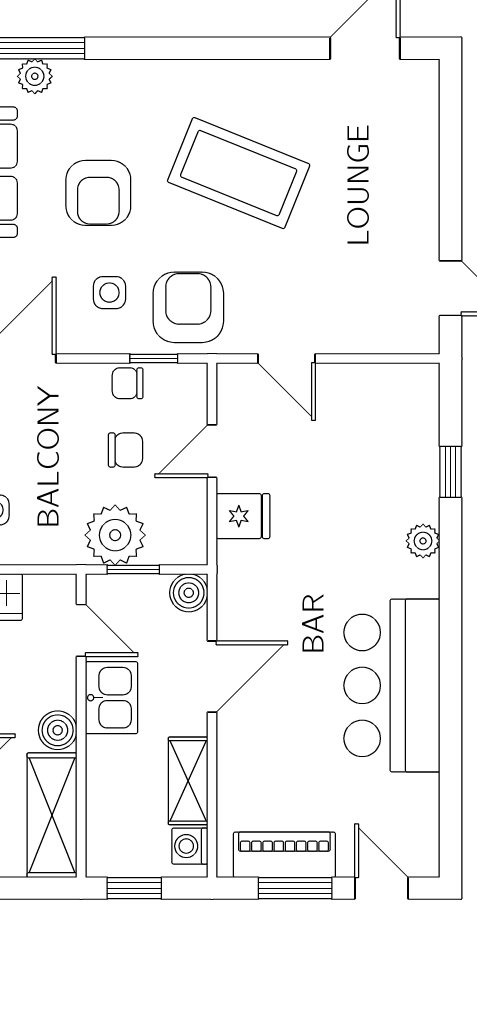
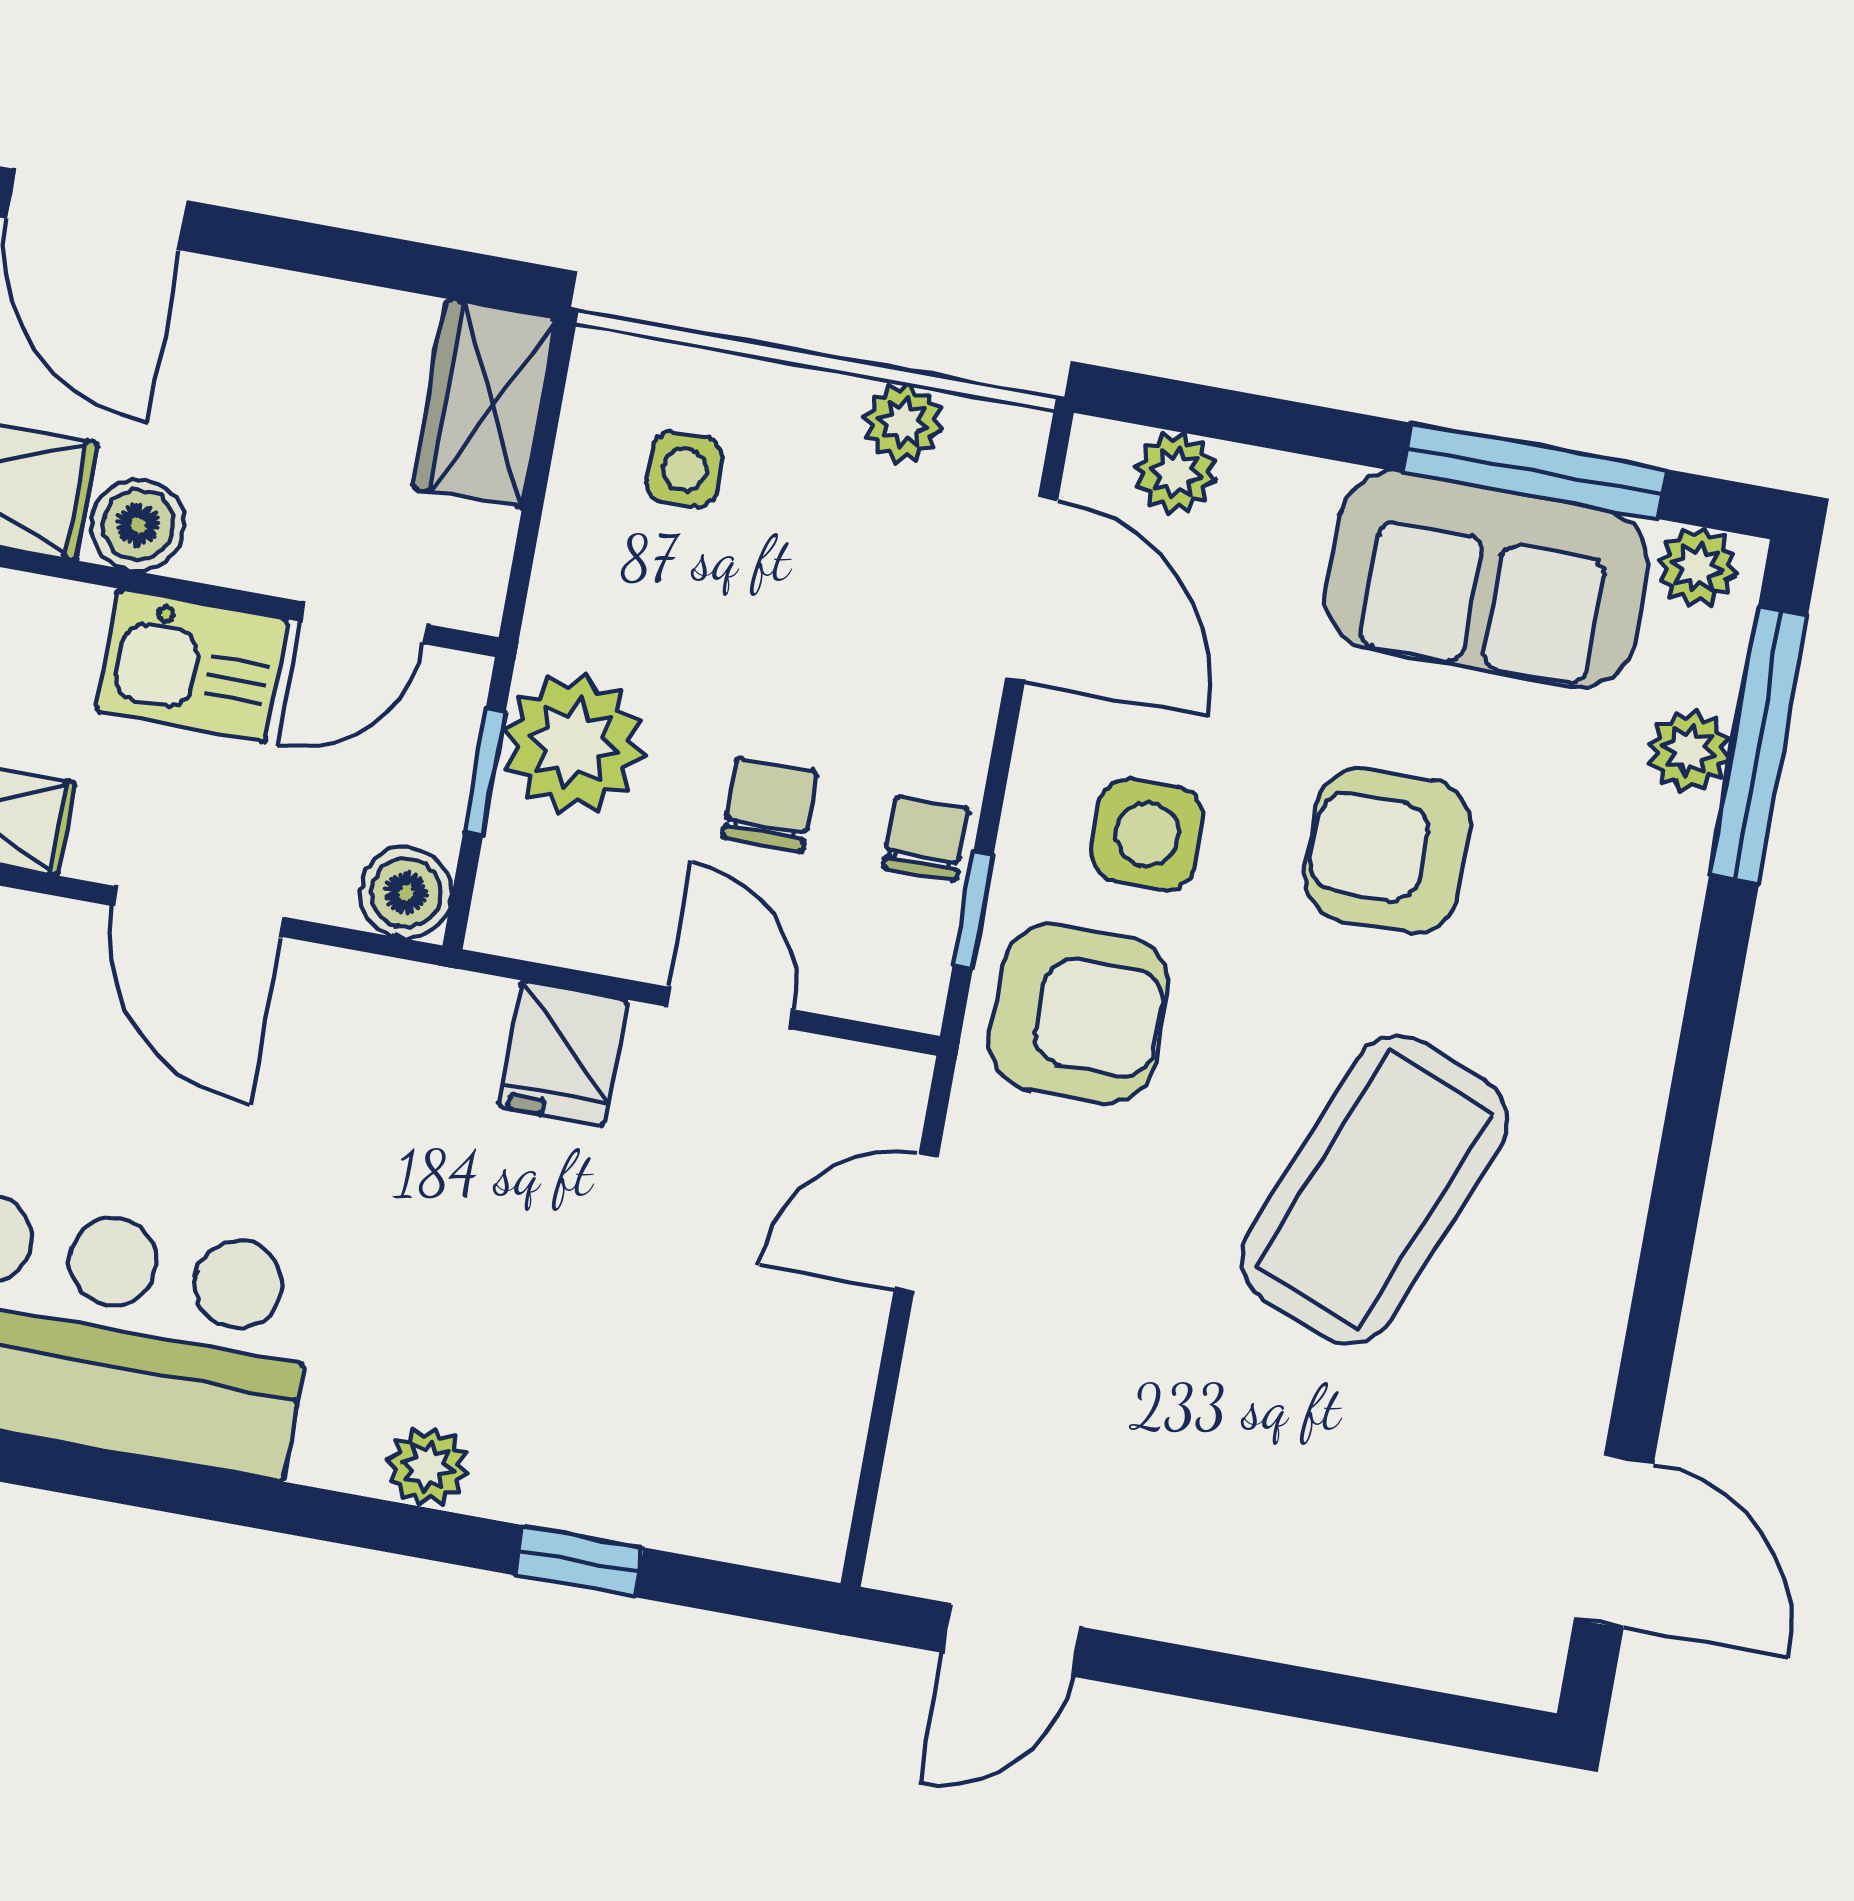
side table: (109, 293) -> (1147, 834), width x1.37, depth x1.37
chair: (125, 450) -> (770, 805), turned 180

